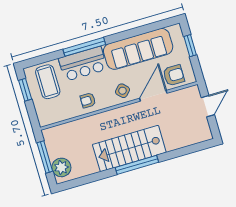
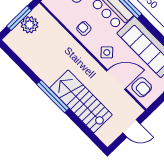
stairs: (129, 148) -> (81, 101), moved
plant: (61, 167) -> (30, 25), moved

